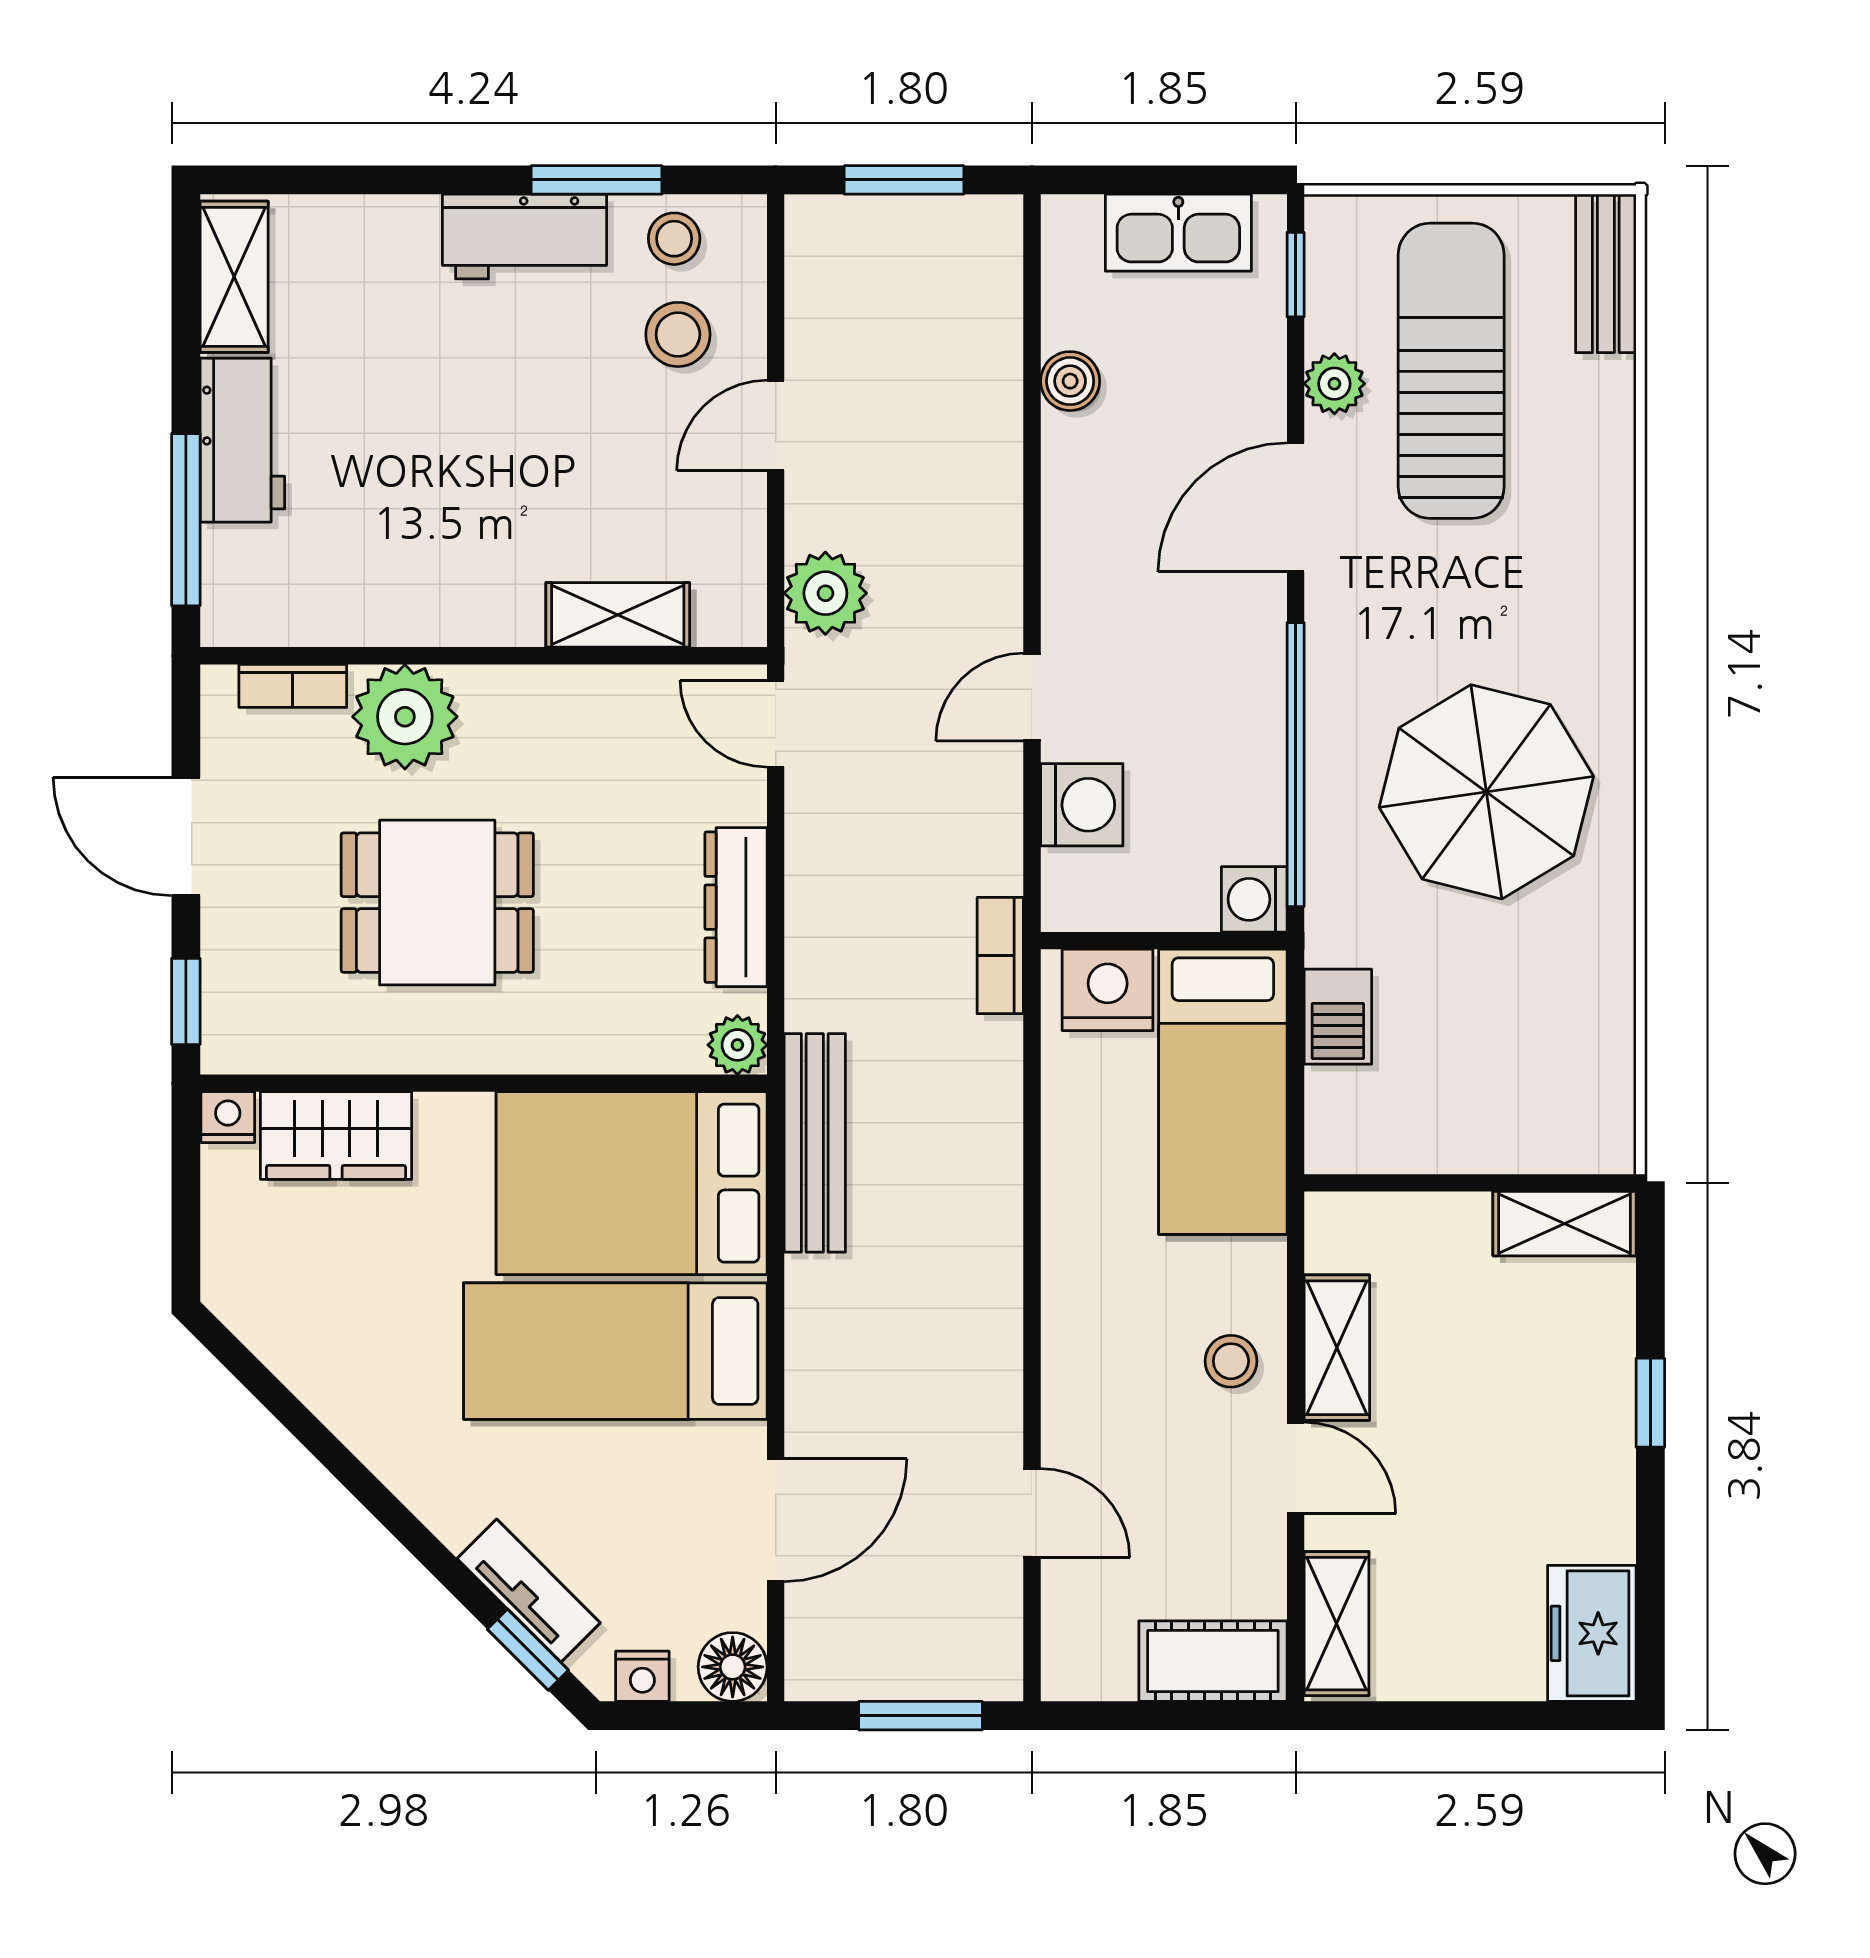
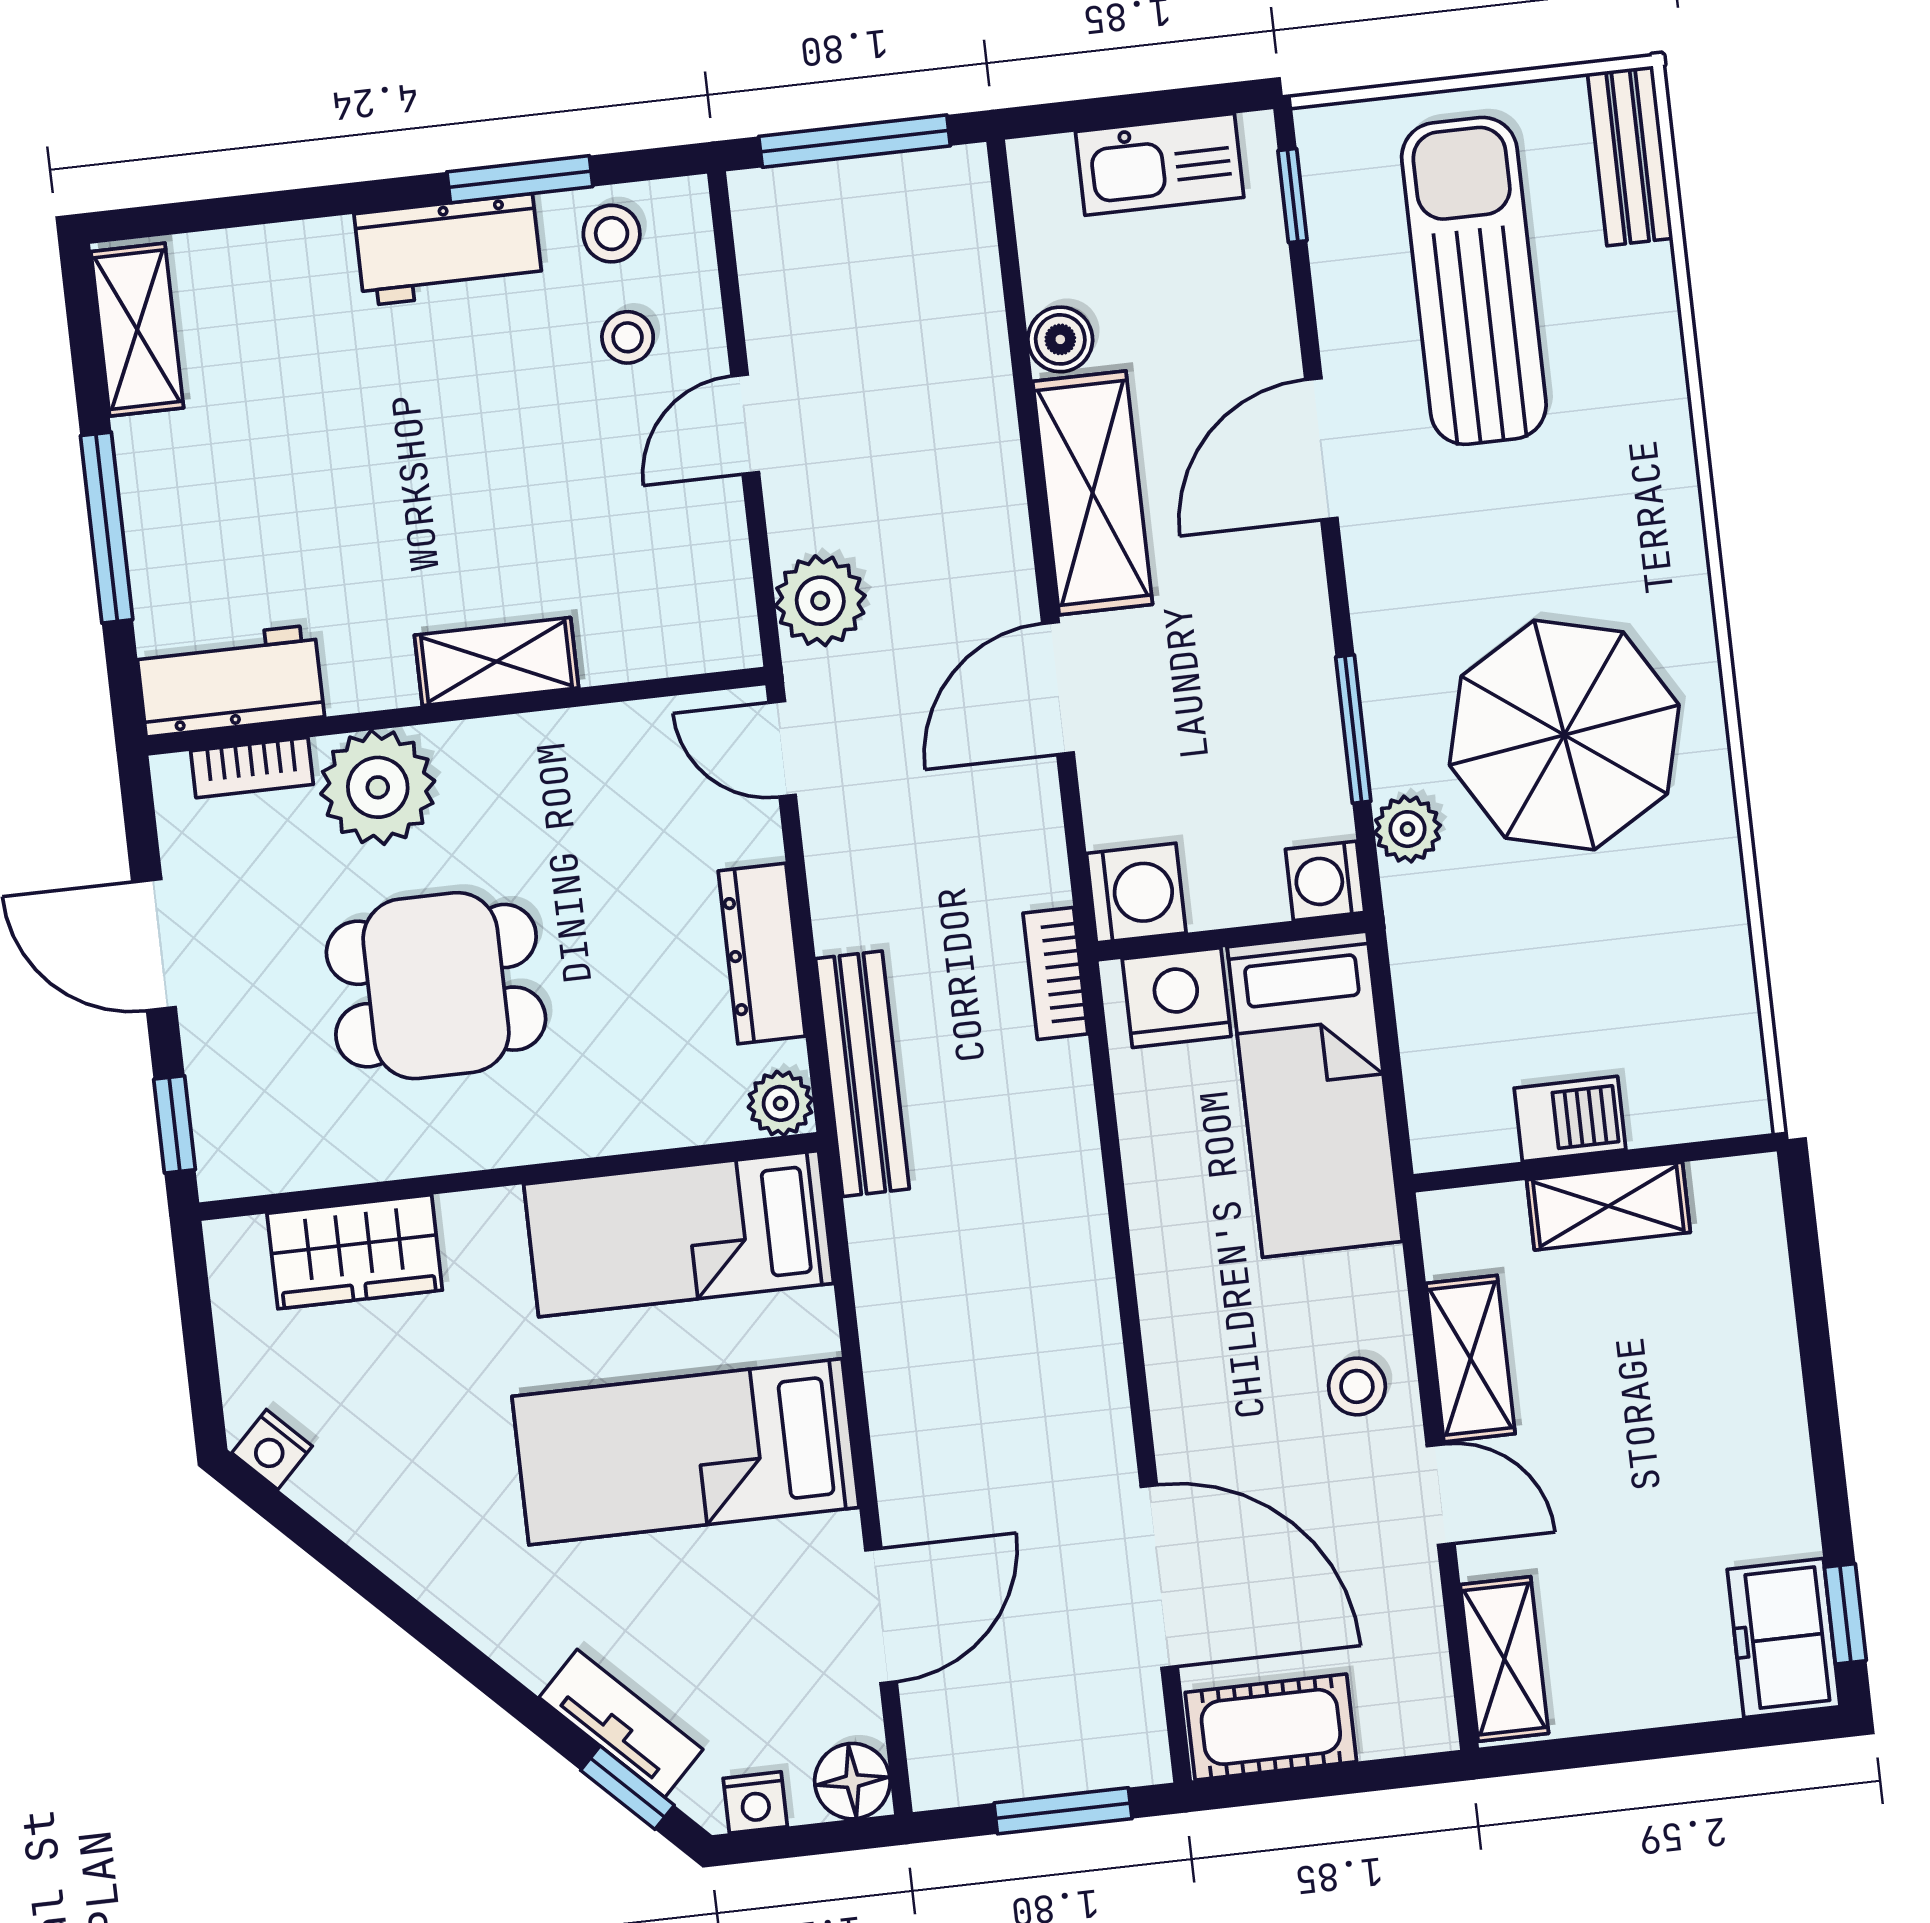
window: (904, 180) -> (855, 141), width x1.44
stool: (678, 334) -> (628, 337), width x0.73, depth x0.73
plant: (1334, 384) -> (1408, 829), moved
workbench: (242, 440) -> (230, 681), moved, turned -90
window: (186, 520) -> (107, 528), moved
shelving: (1083, 524) -> (1093, 493), added
shelving: (618, 615) -> (496, 662), moved
door: (1032, 697) -> (1058, 688), width x1.38
window: (1296, 765) -> (1353, 729), width x0.47
washing machine: (1082, 805) -> (1136, 893), moved
barbecue: (1338, 1017) -> (1570, 1119), moved, turned -90
nightstand: (228, 1117) -> (272, 1449), moved, turned -135
bench: (815, 1143) -> (862, 1074), moved
bed: (632, 1183) -> (679, 1234), width x0.67
shelving: (1564, 1224) -> (1608, 1206), moved
window: (1650, 1403) -> (1845, 1614), moved
door: (1032, 1513) -> (1159, 1577), width x1.88
cot: (1213, 1661) -> (1271, 1727), moved

